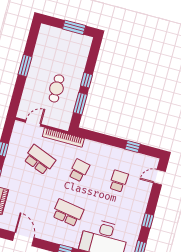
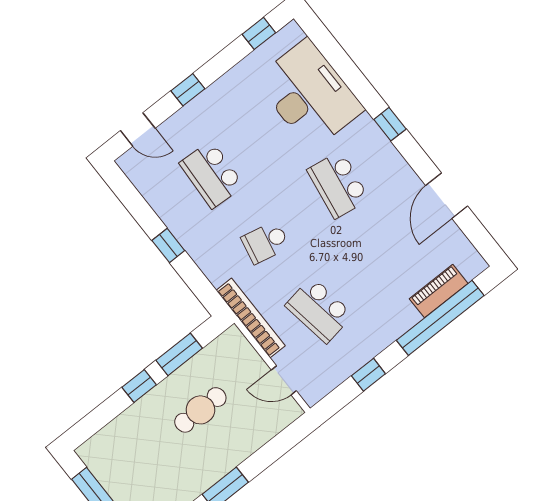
window: (133, 147) -> (168, 245), moved
school desk: (40, 160) -> (319, 310), turned -30
school desk: (119, 181) -> (212, 174), width x1.85
window: (148, 221) -> (188, 90), moved

